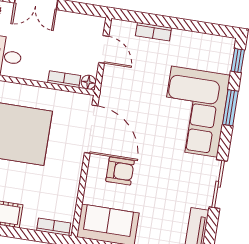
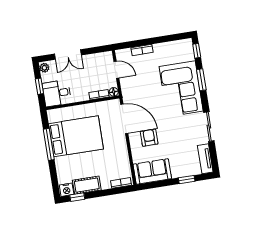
armchair: (120, 171) -> (149, 138), turned -90

